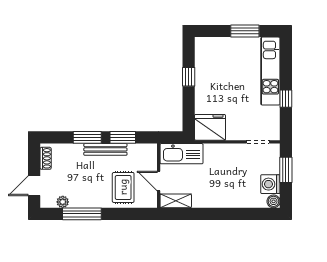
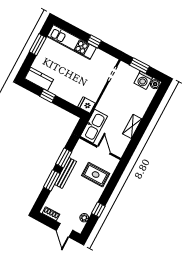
kitchen counter: (204, 55) -> (39, 79), added
fridge: (210, 127) -> (87, 105), width x0.53, depth x0.75
door: (159, 181) -> (104, 150), swing flipped
shelving: (176, 201) -> (132, 126), moved
window: (82, 214) -> (98, 210), width x0.46

